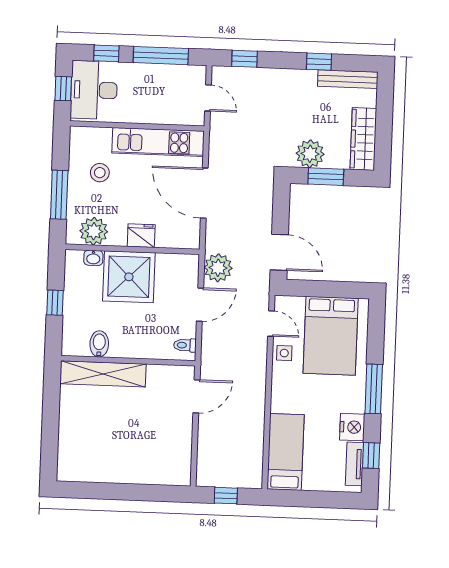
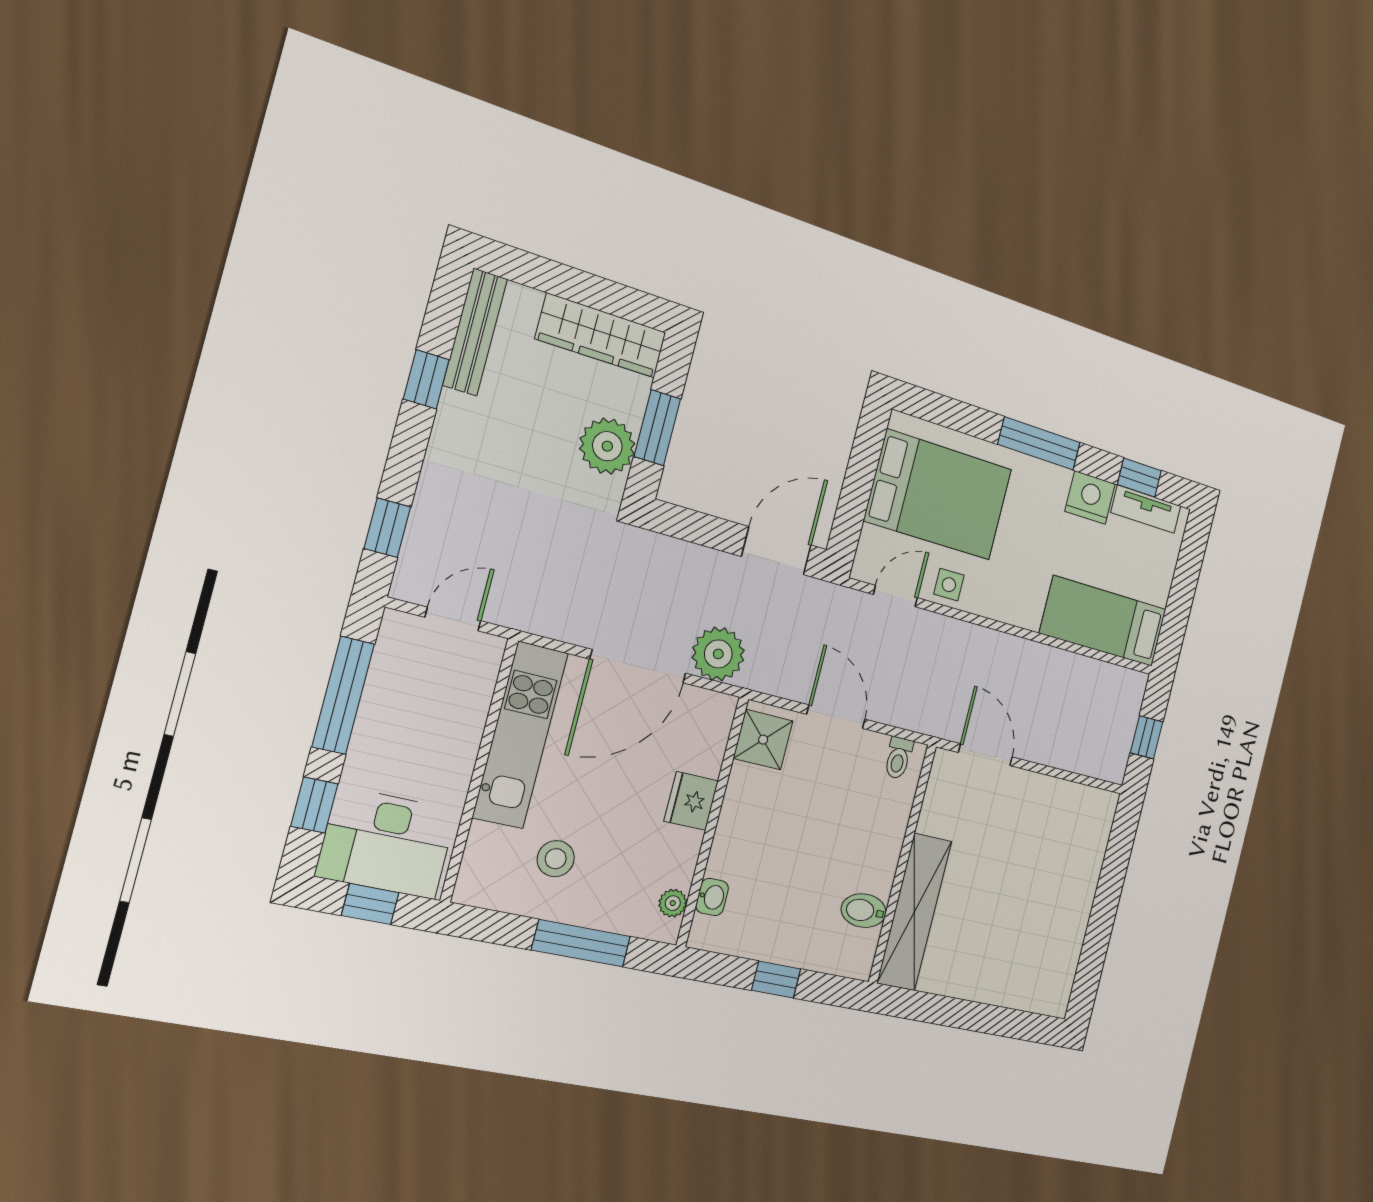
plant: (94, 231) -> (673, 903), width x0.53, depth x0.53
plant: (218, 268) -> (718, 654), moved
shower: (129, 277) -> (763, 740), moved, width x0.54, depth x0.54

